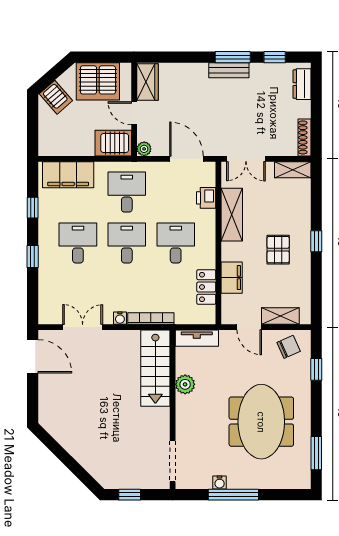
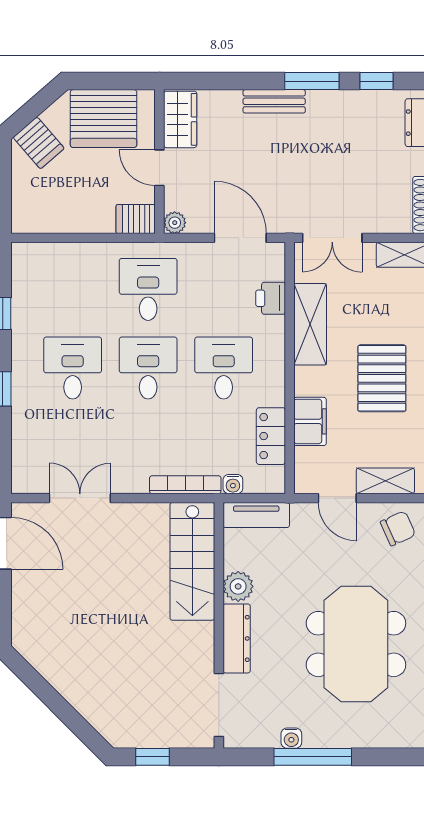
bench: (229, 70) -> (274, 101), moved
server rack: (113, 143) -> (136, 219), width x0.73, depth x0.70
filing cabinet: (68, 175) -> (57, 263), removed
pallet: (278, 250) -> (382, 378), width x1.50, depth x1.42
water cooler: (120, 318) -> (233, 484), moved
dresser: (184, 418) -> (237, 638), added

